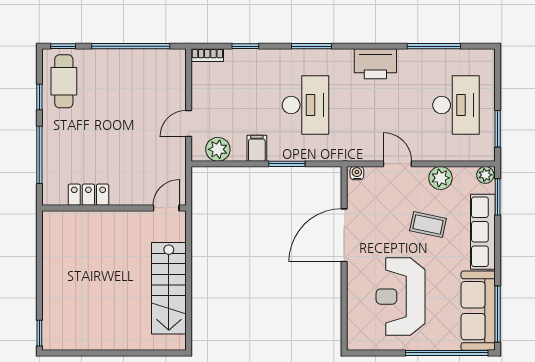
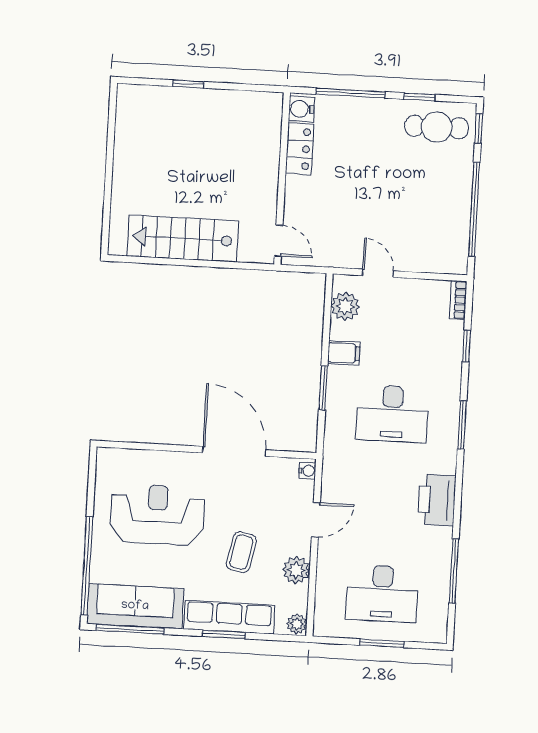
window: (498, 129) -> (382, 643), moved
water cooler: (55, 195) -> (301, 109), added
window: (498, 197) -> (224, 634), moved
window: (39, 333) -> (188, 84), moved

